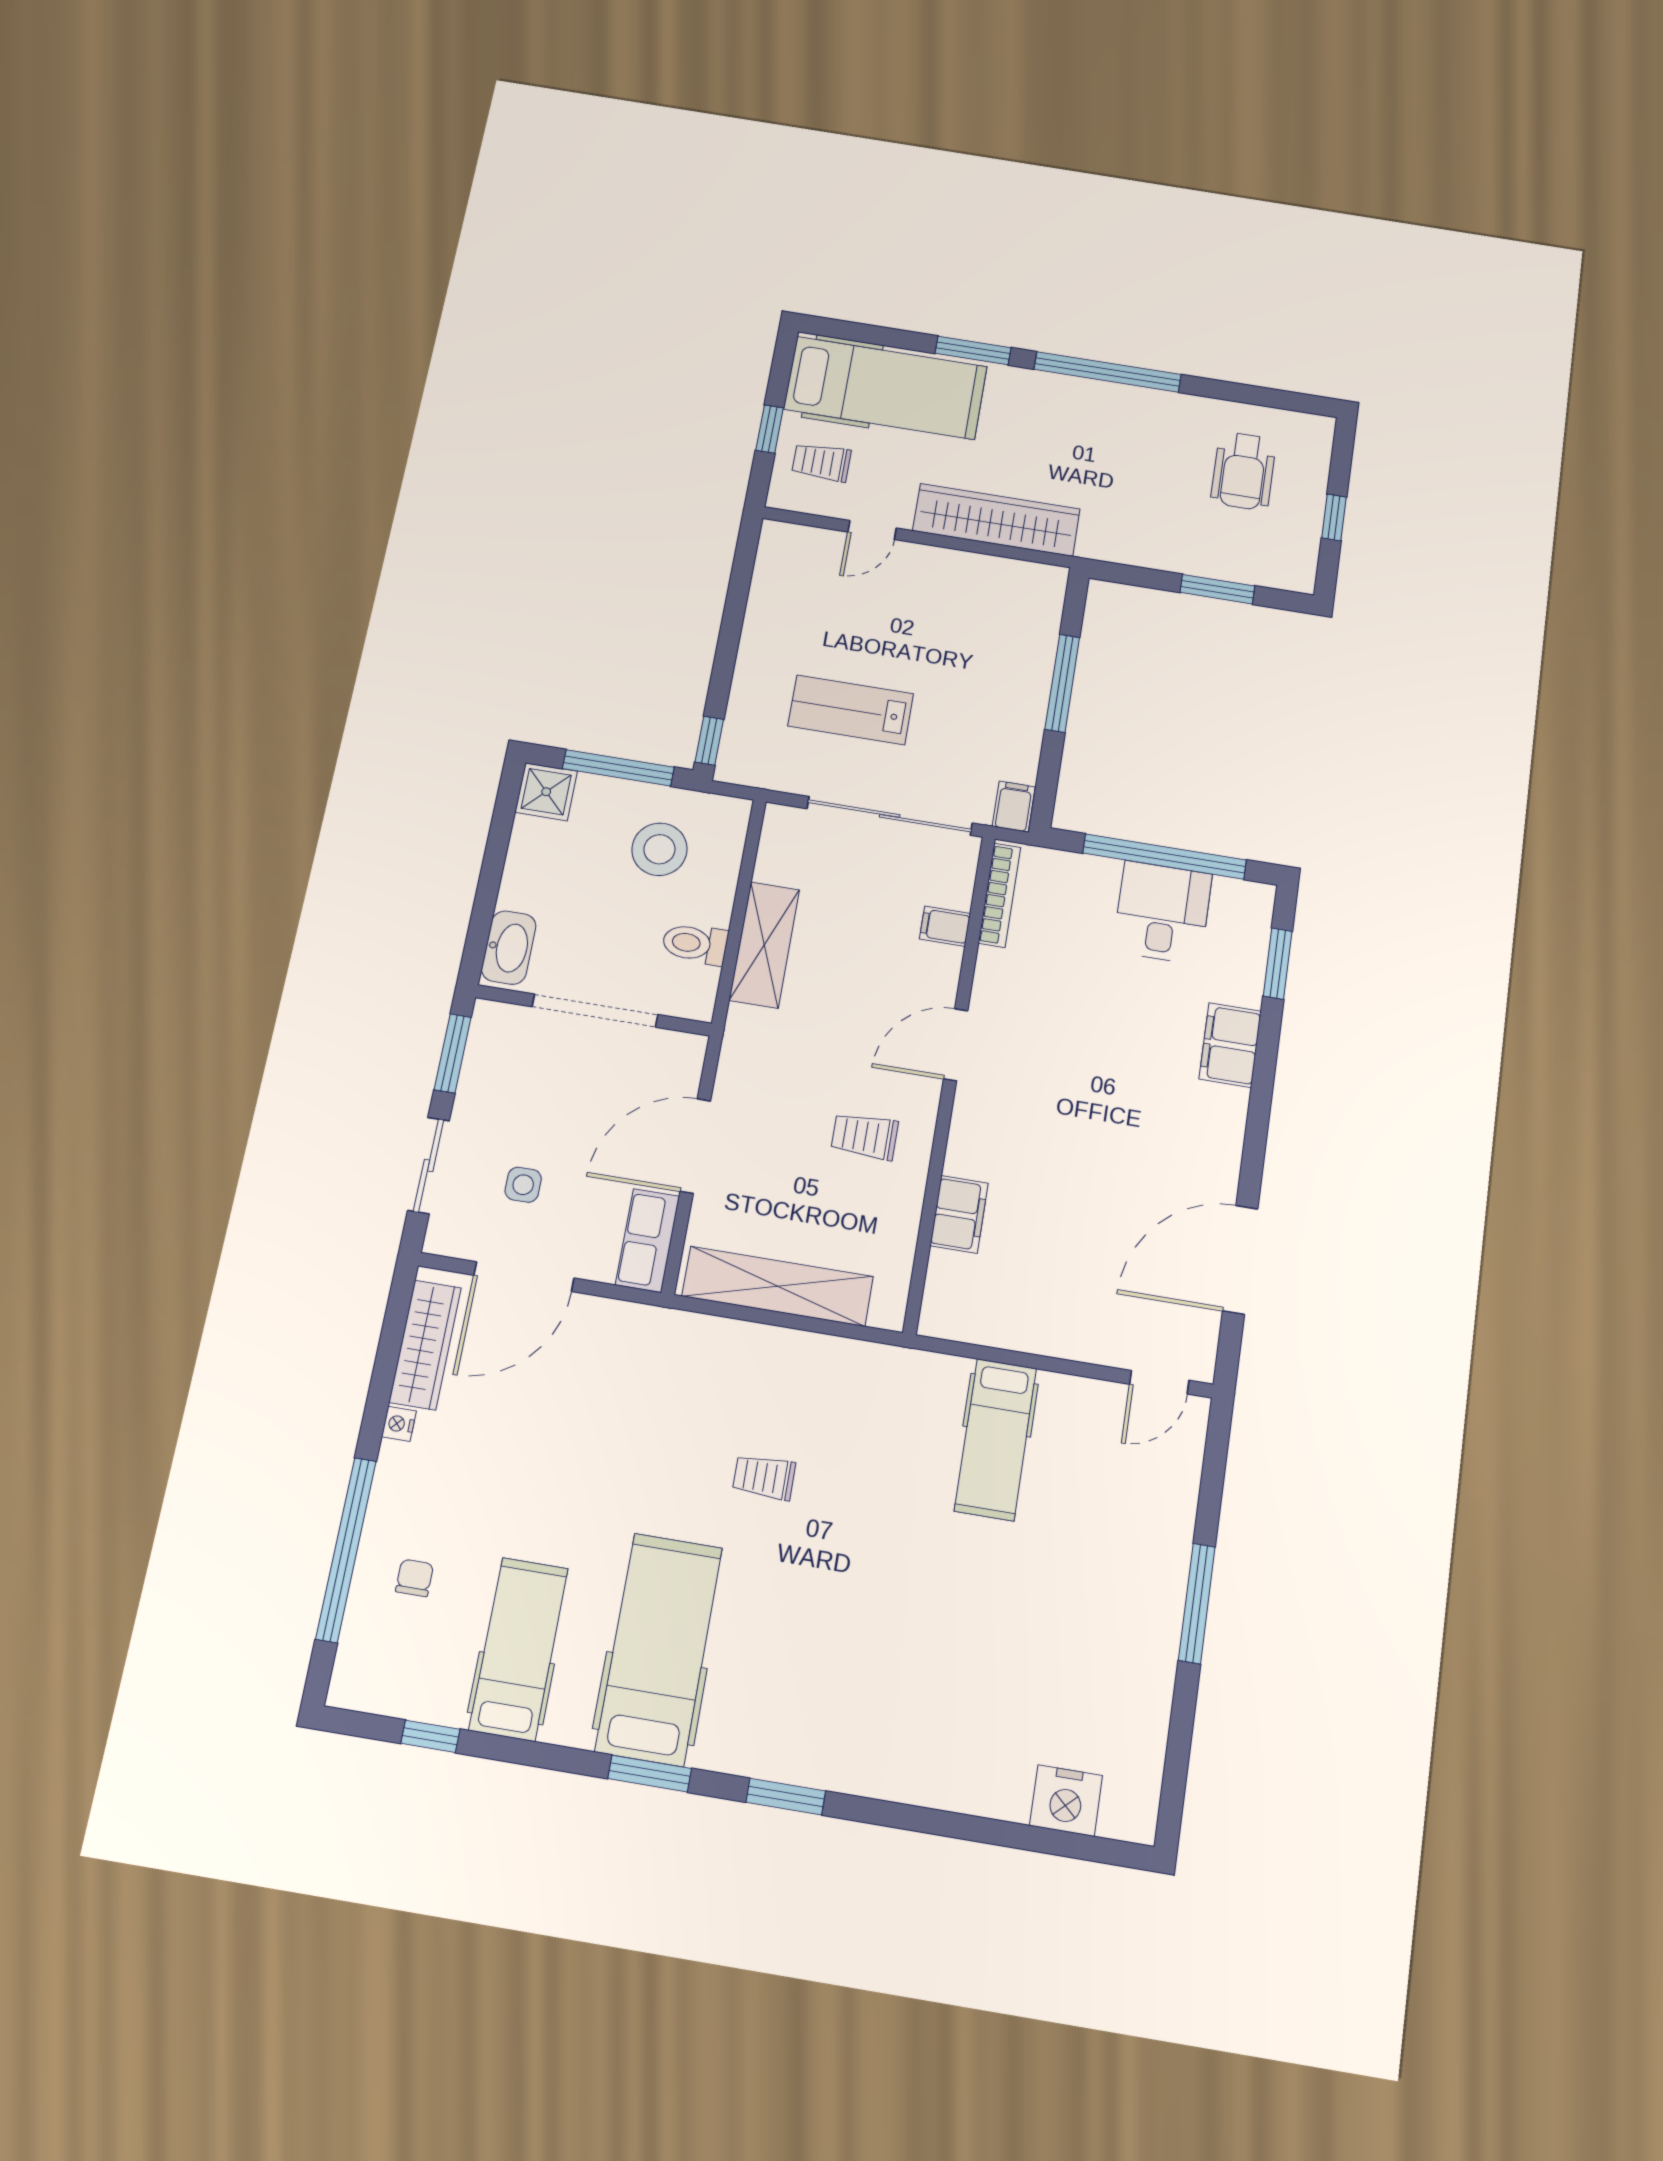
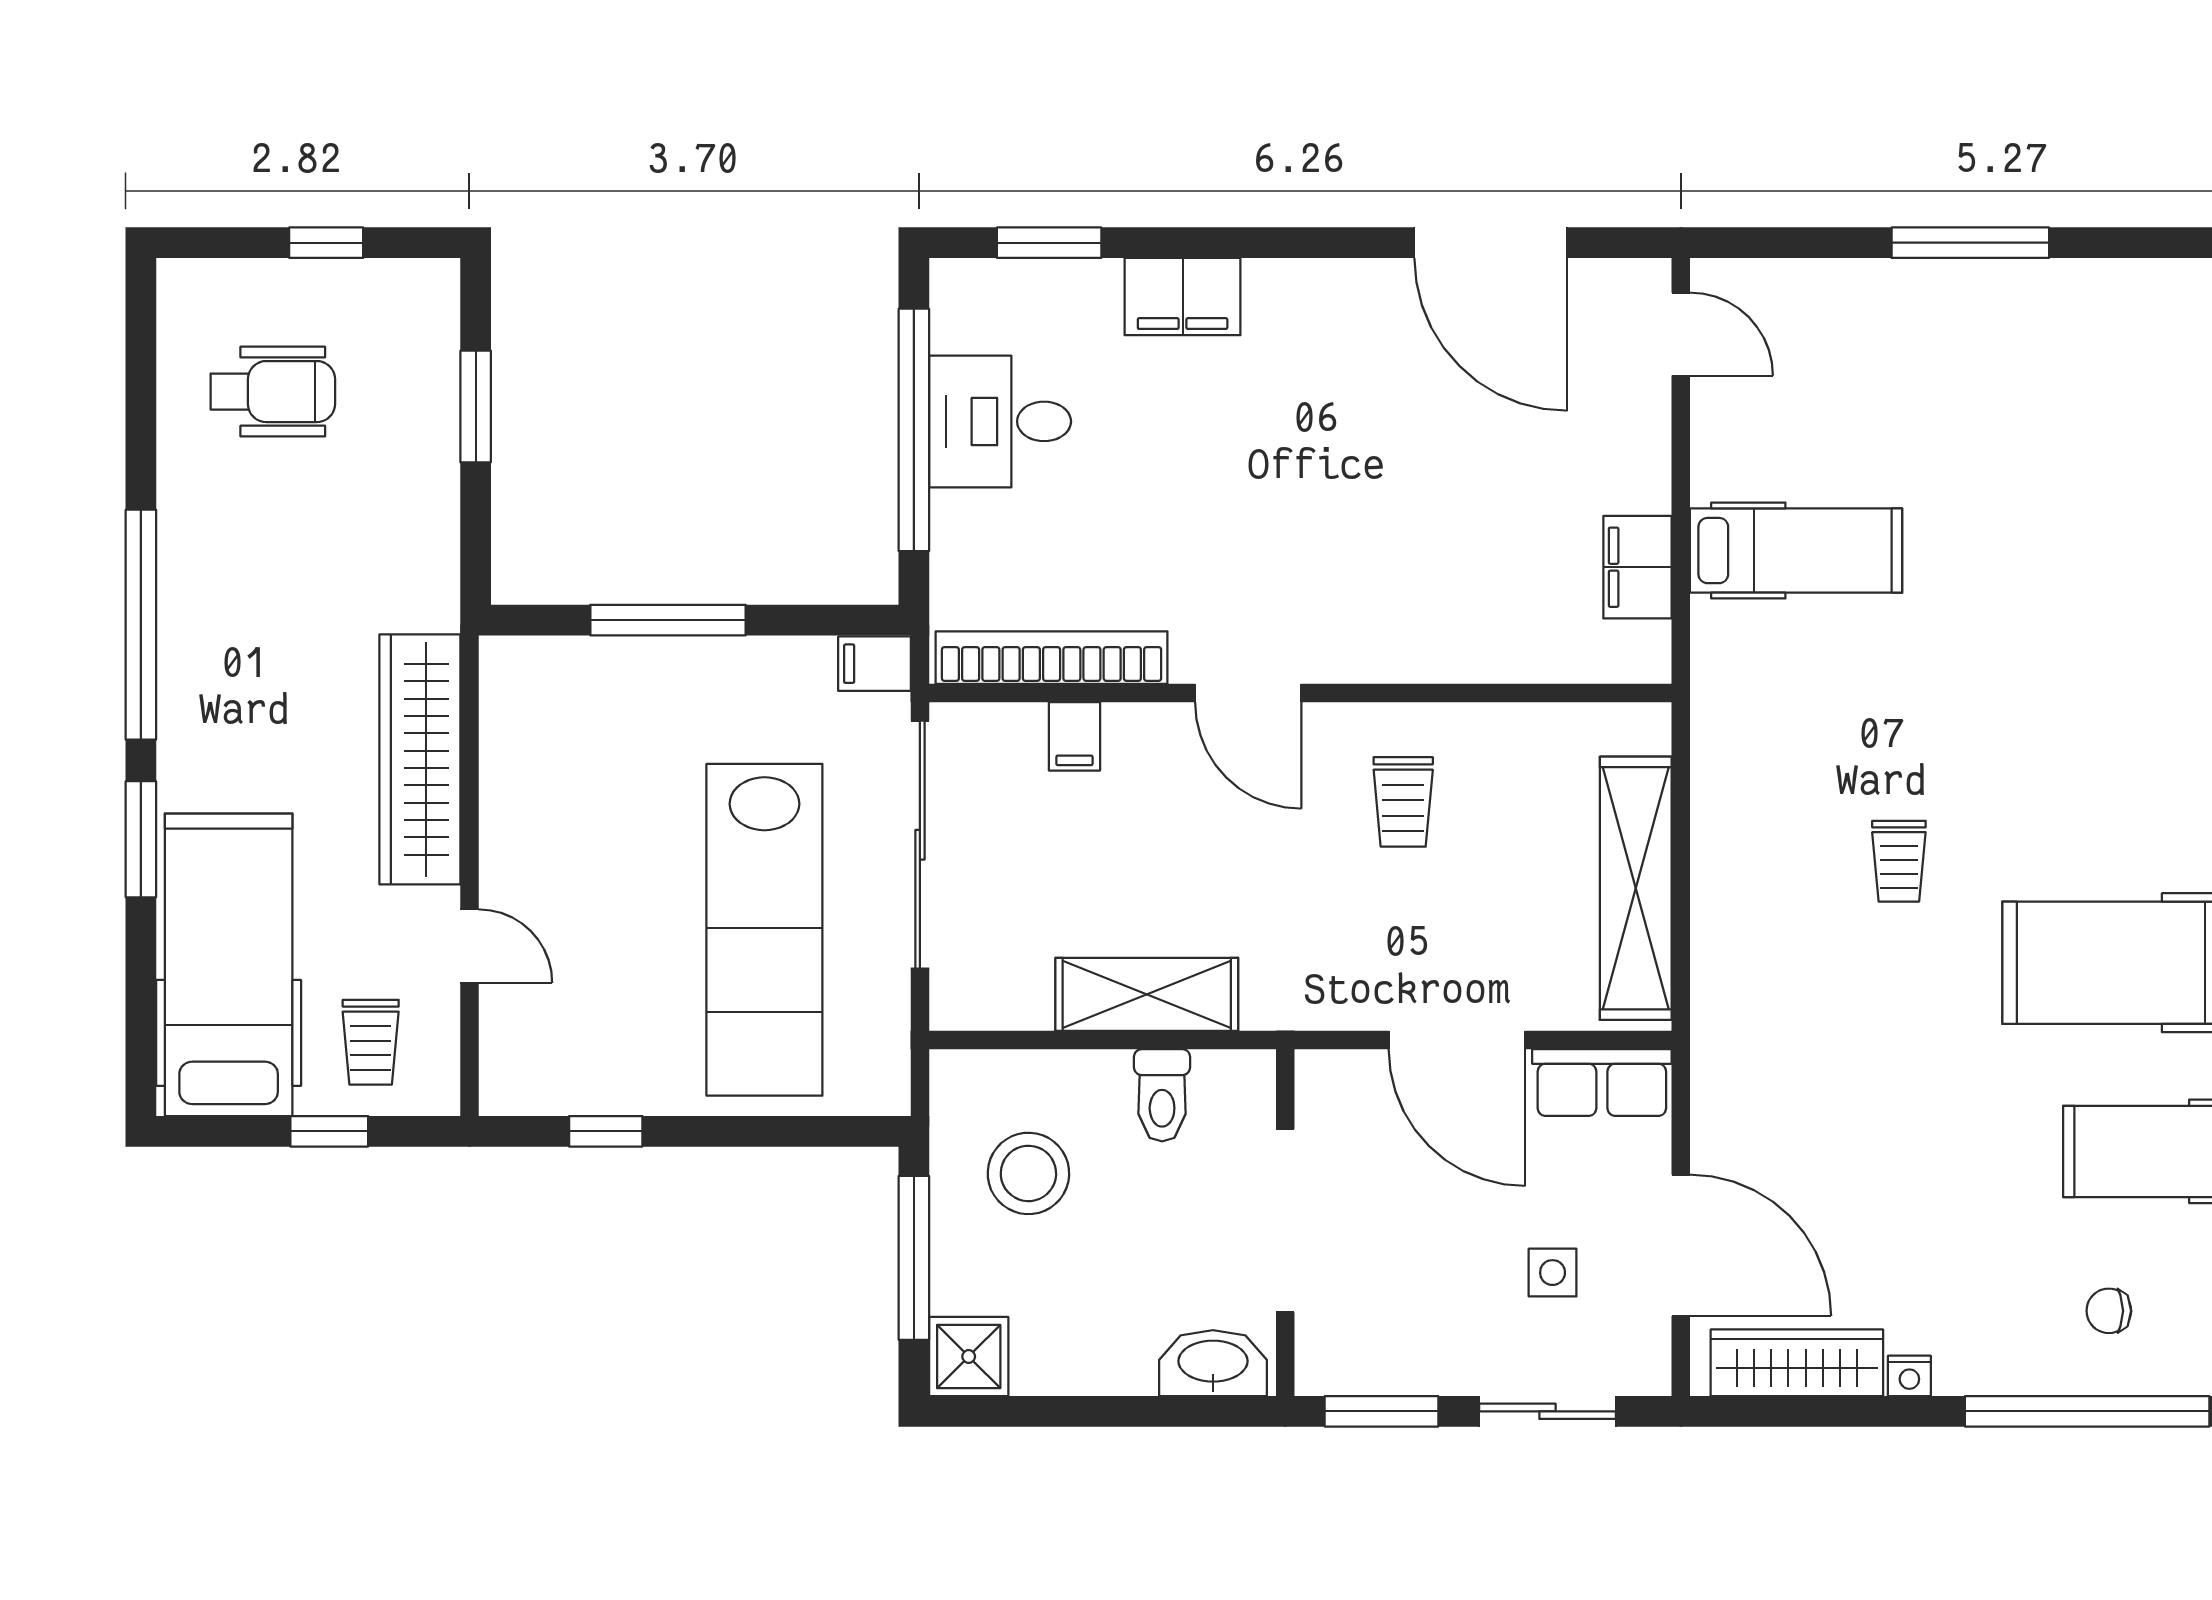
lab bench: (851, 710) -> (764, 930), width x1.86, depth x1.39
window: (709, 741) -> (606, 1131), moved
bookcase: (1000, 895) -> (1052, 658), width x1.48, depth x1.31
filing cabinet: (959, 1214) -> (1638, 567), moved, turned -90

